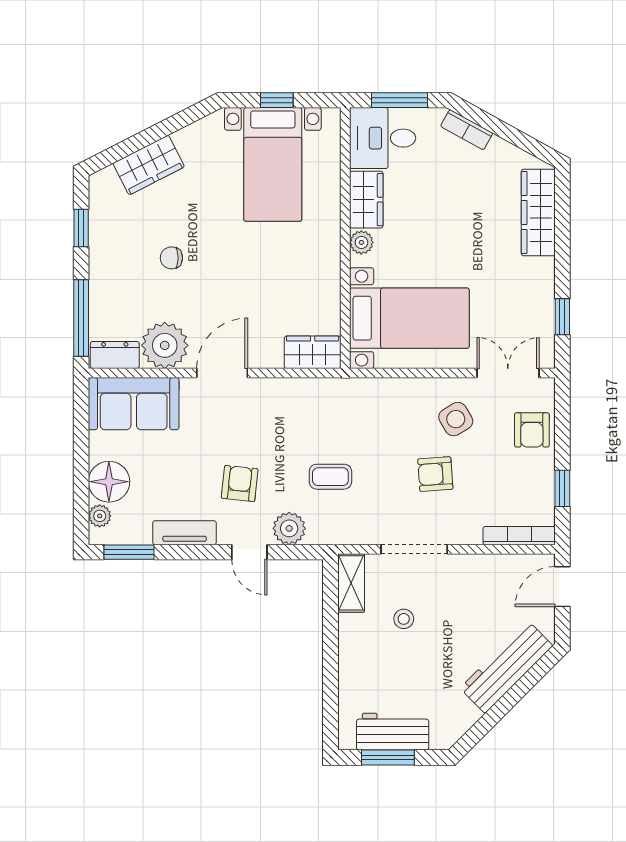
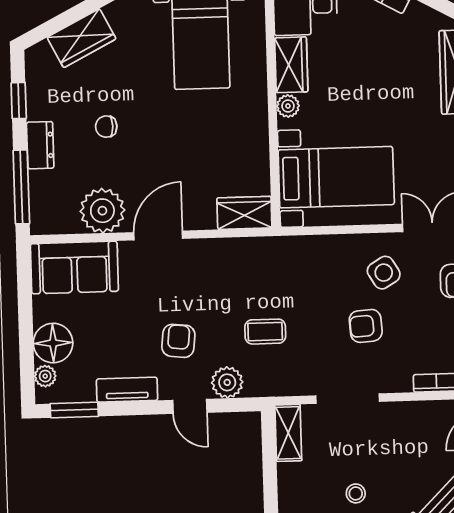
dresser: (115, 355) -> (40, 145), moved, turned 90
stool: (404, 619) -> (356, 493), moved

